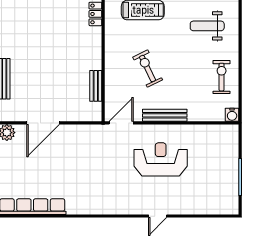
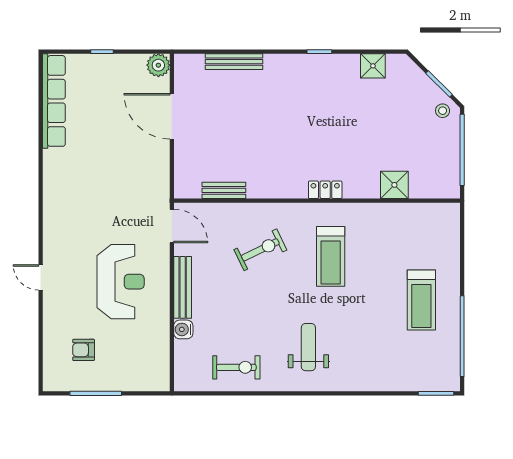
exercise bike: (148, 69) -> (260, 250), moved
water cooler: (232, 115) -> (183, 329), moved
armchair: (209, 186) -> (84, 350), added

